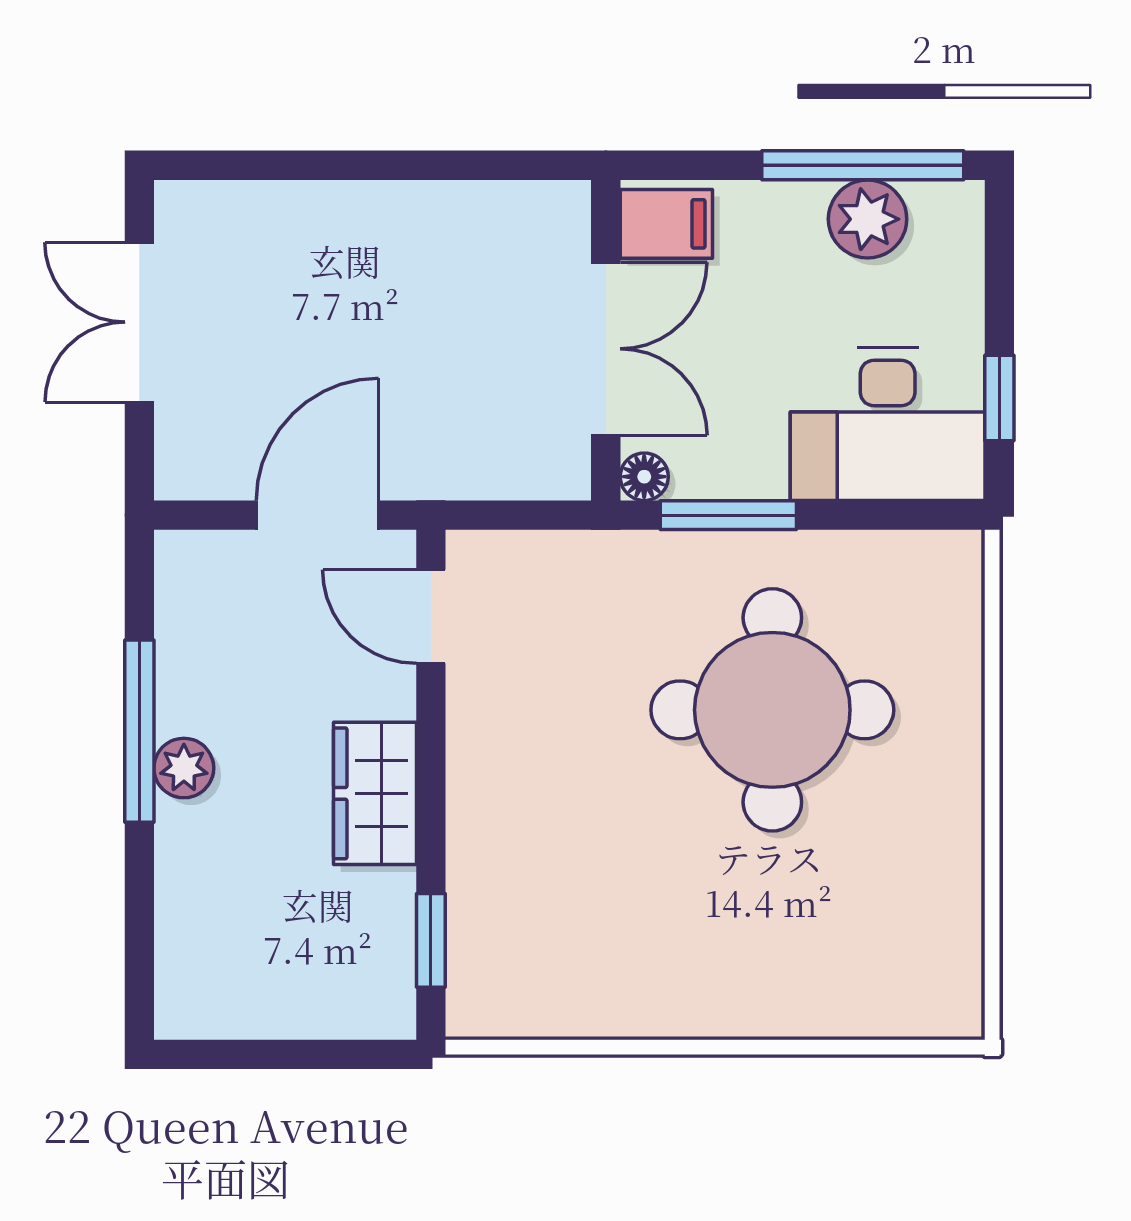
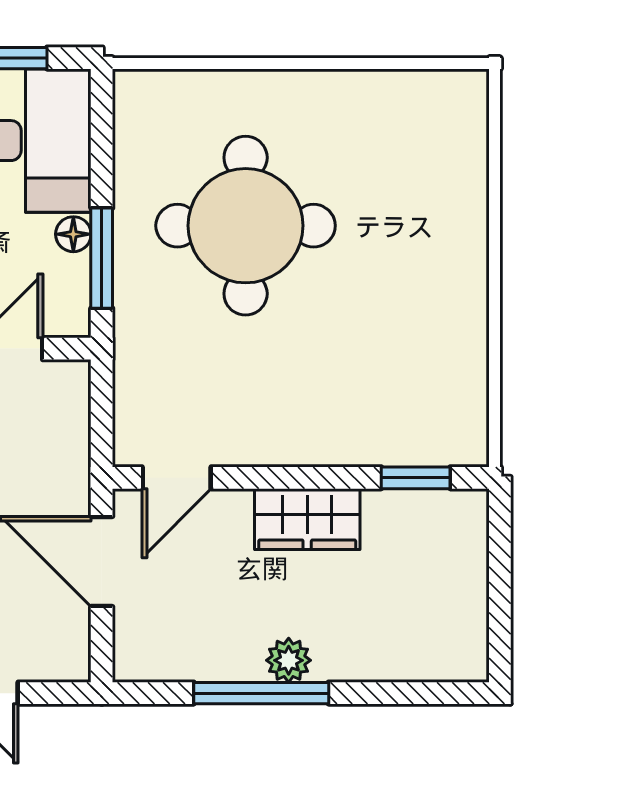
floor lamp: (644, 477) -> (73, 234), moved

